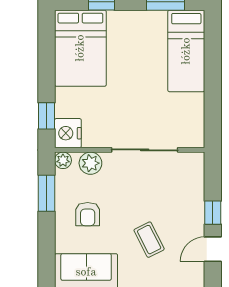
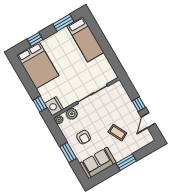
window: (47, 193) -> (68, 152), moved

